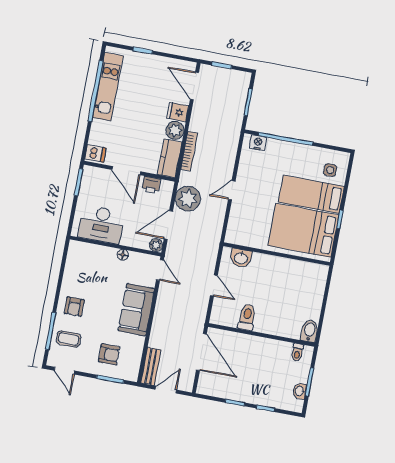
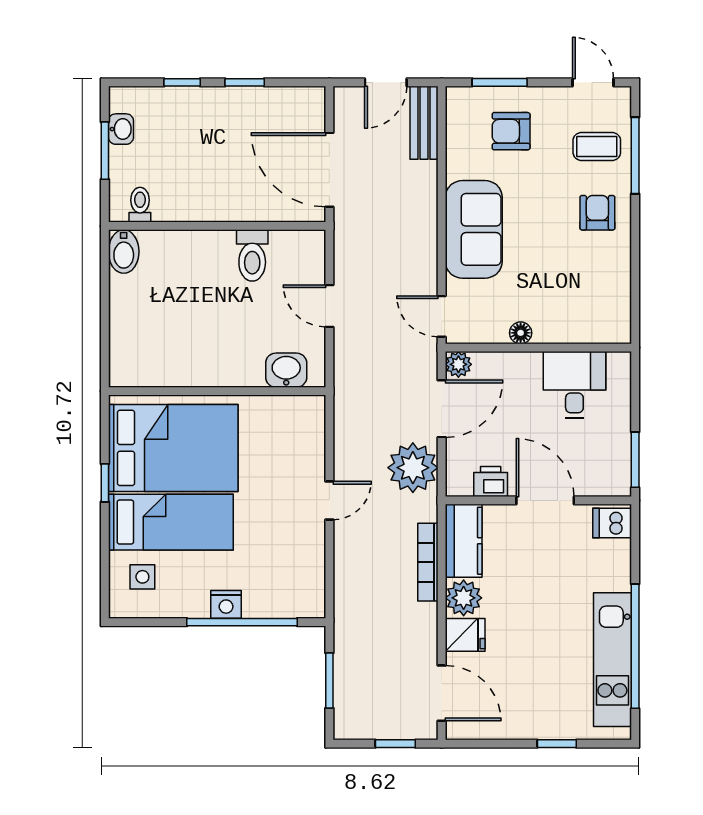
nightstand: (258, 143) -> (226, 604), moved
desk: (101, 224) -> (574, 385), width x0.73

